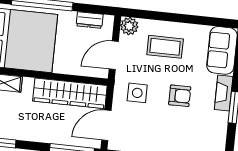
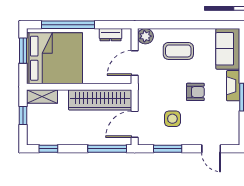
side table: (137, 93) -> (172, 119), moved

